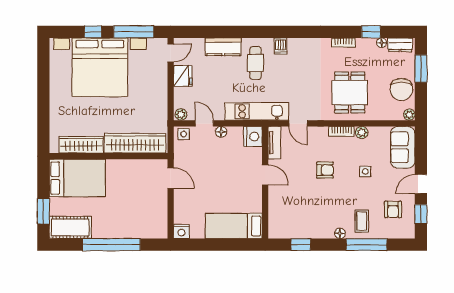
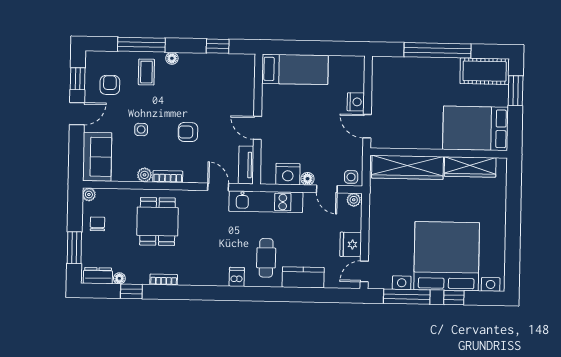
chair: (401, 89) -> (97, 224), width x0.54, depth x0.54
nightstand: (253, 137) -> (288, 174), moved, turned -90
nightstand: (181, 231) -> (356, 102), moved, turned 90

